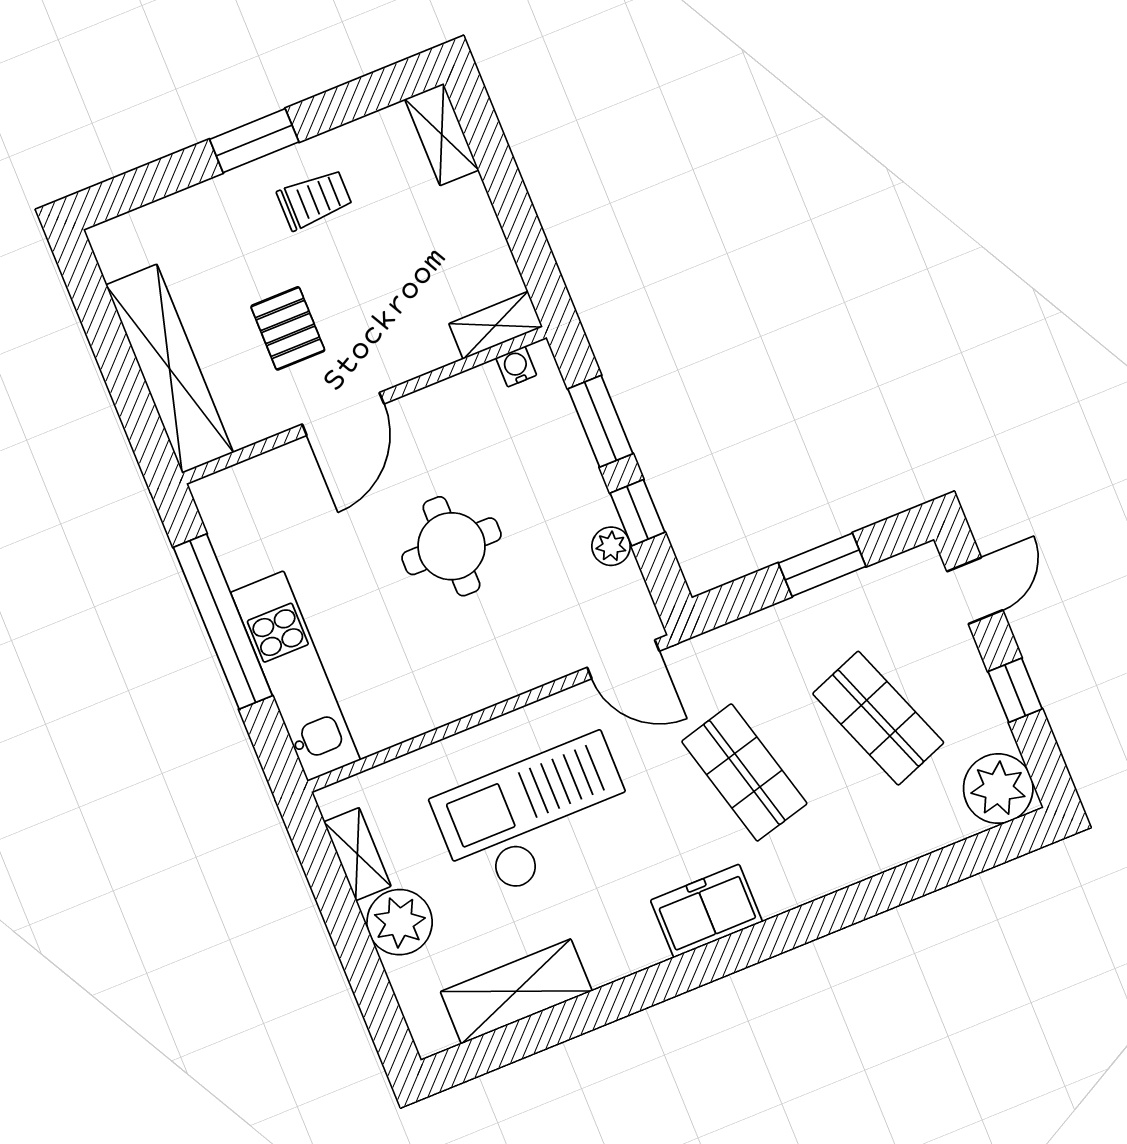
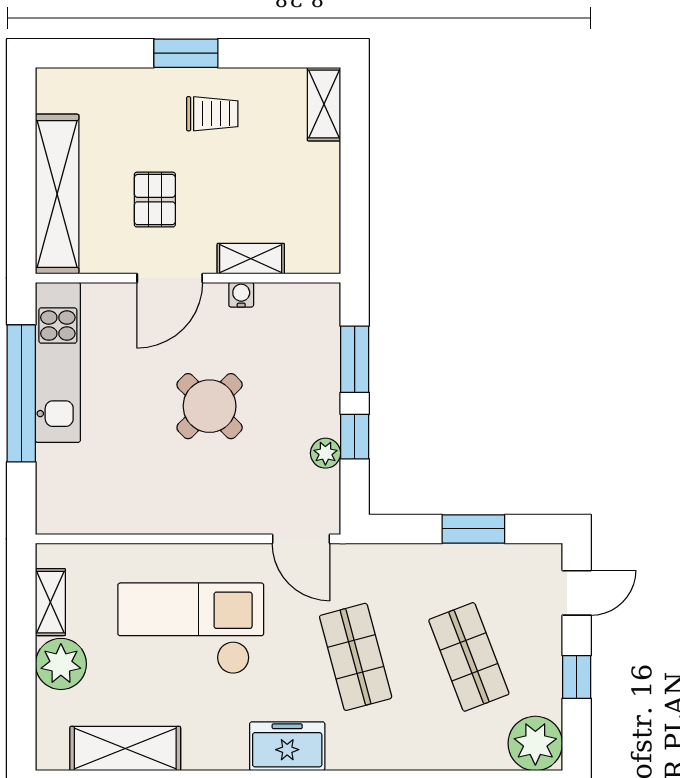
shelving: (496, 325) -> (251, 259), moved
water cooler: (516, 367) -> (241, 295), moved
round table: (451, 546) -> (210, 406), turned 45
kitchen unit: (295, 676) -> (58, 362), moved

